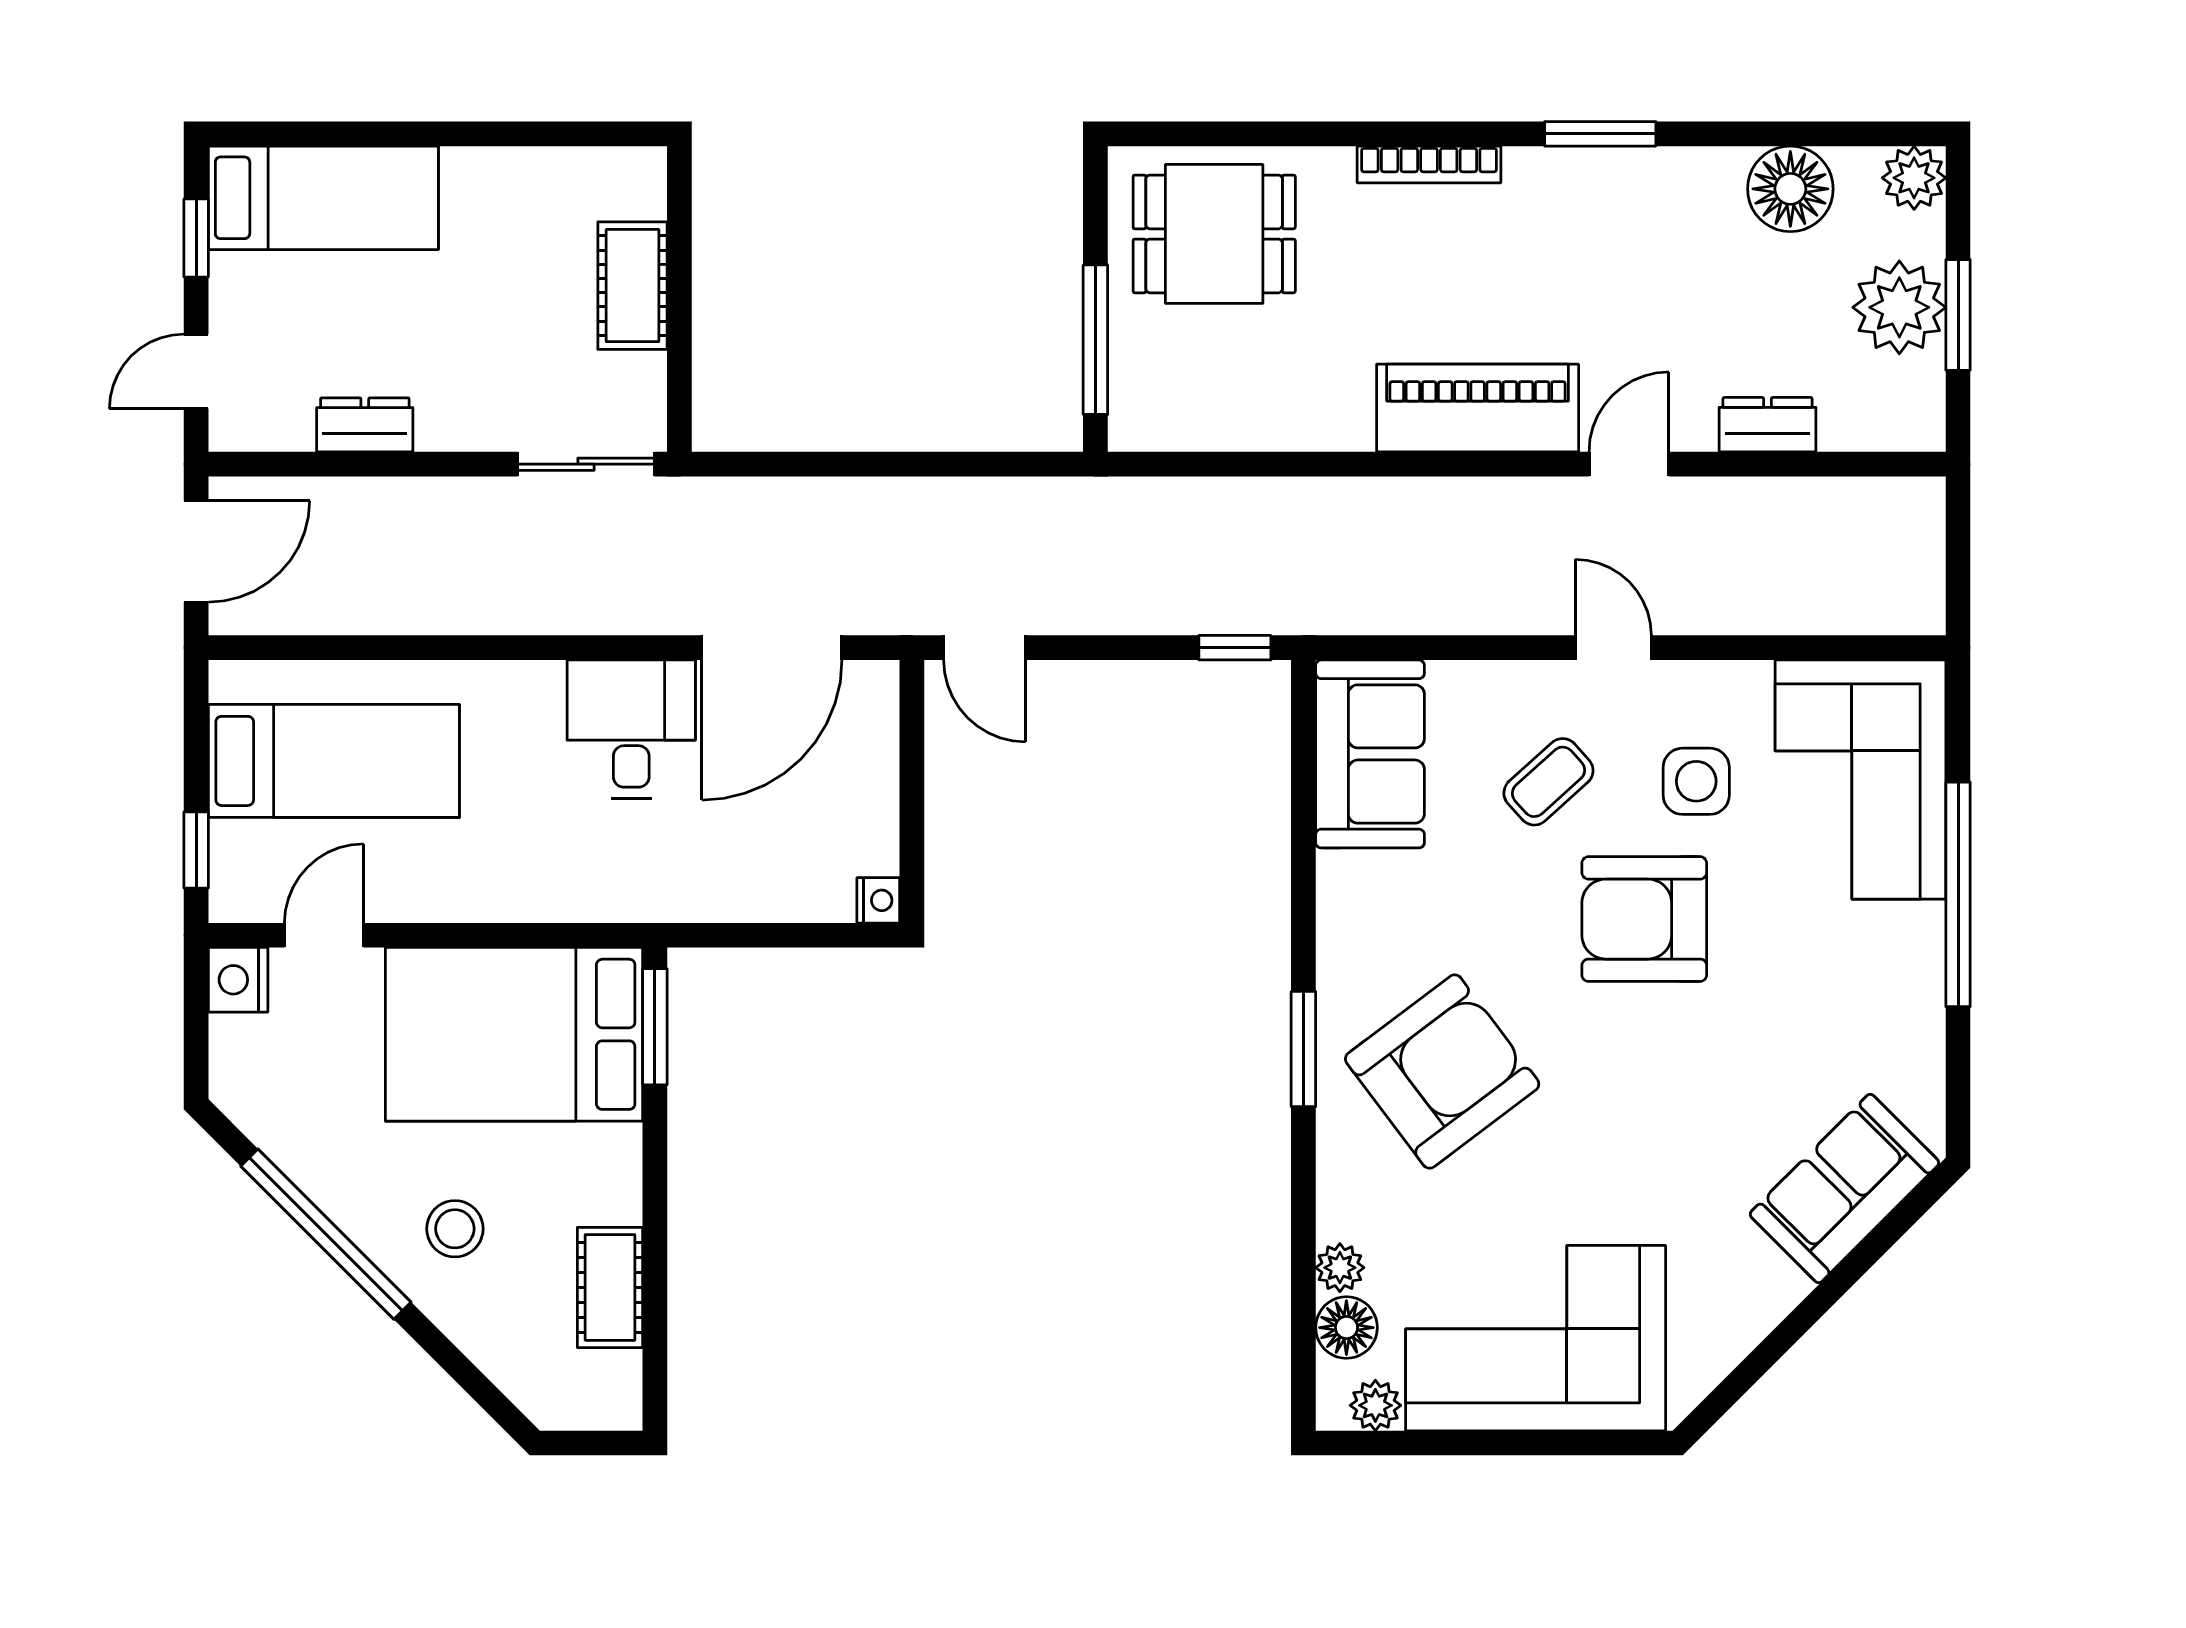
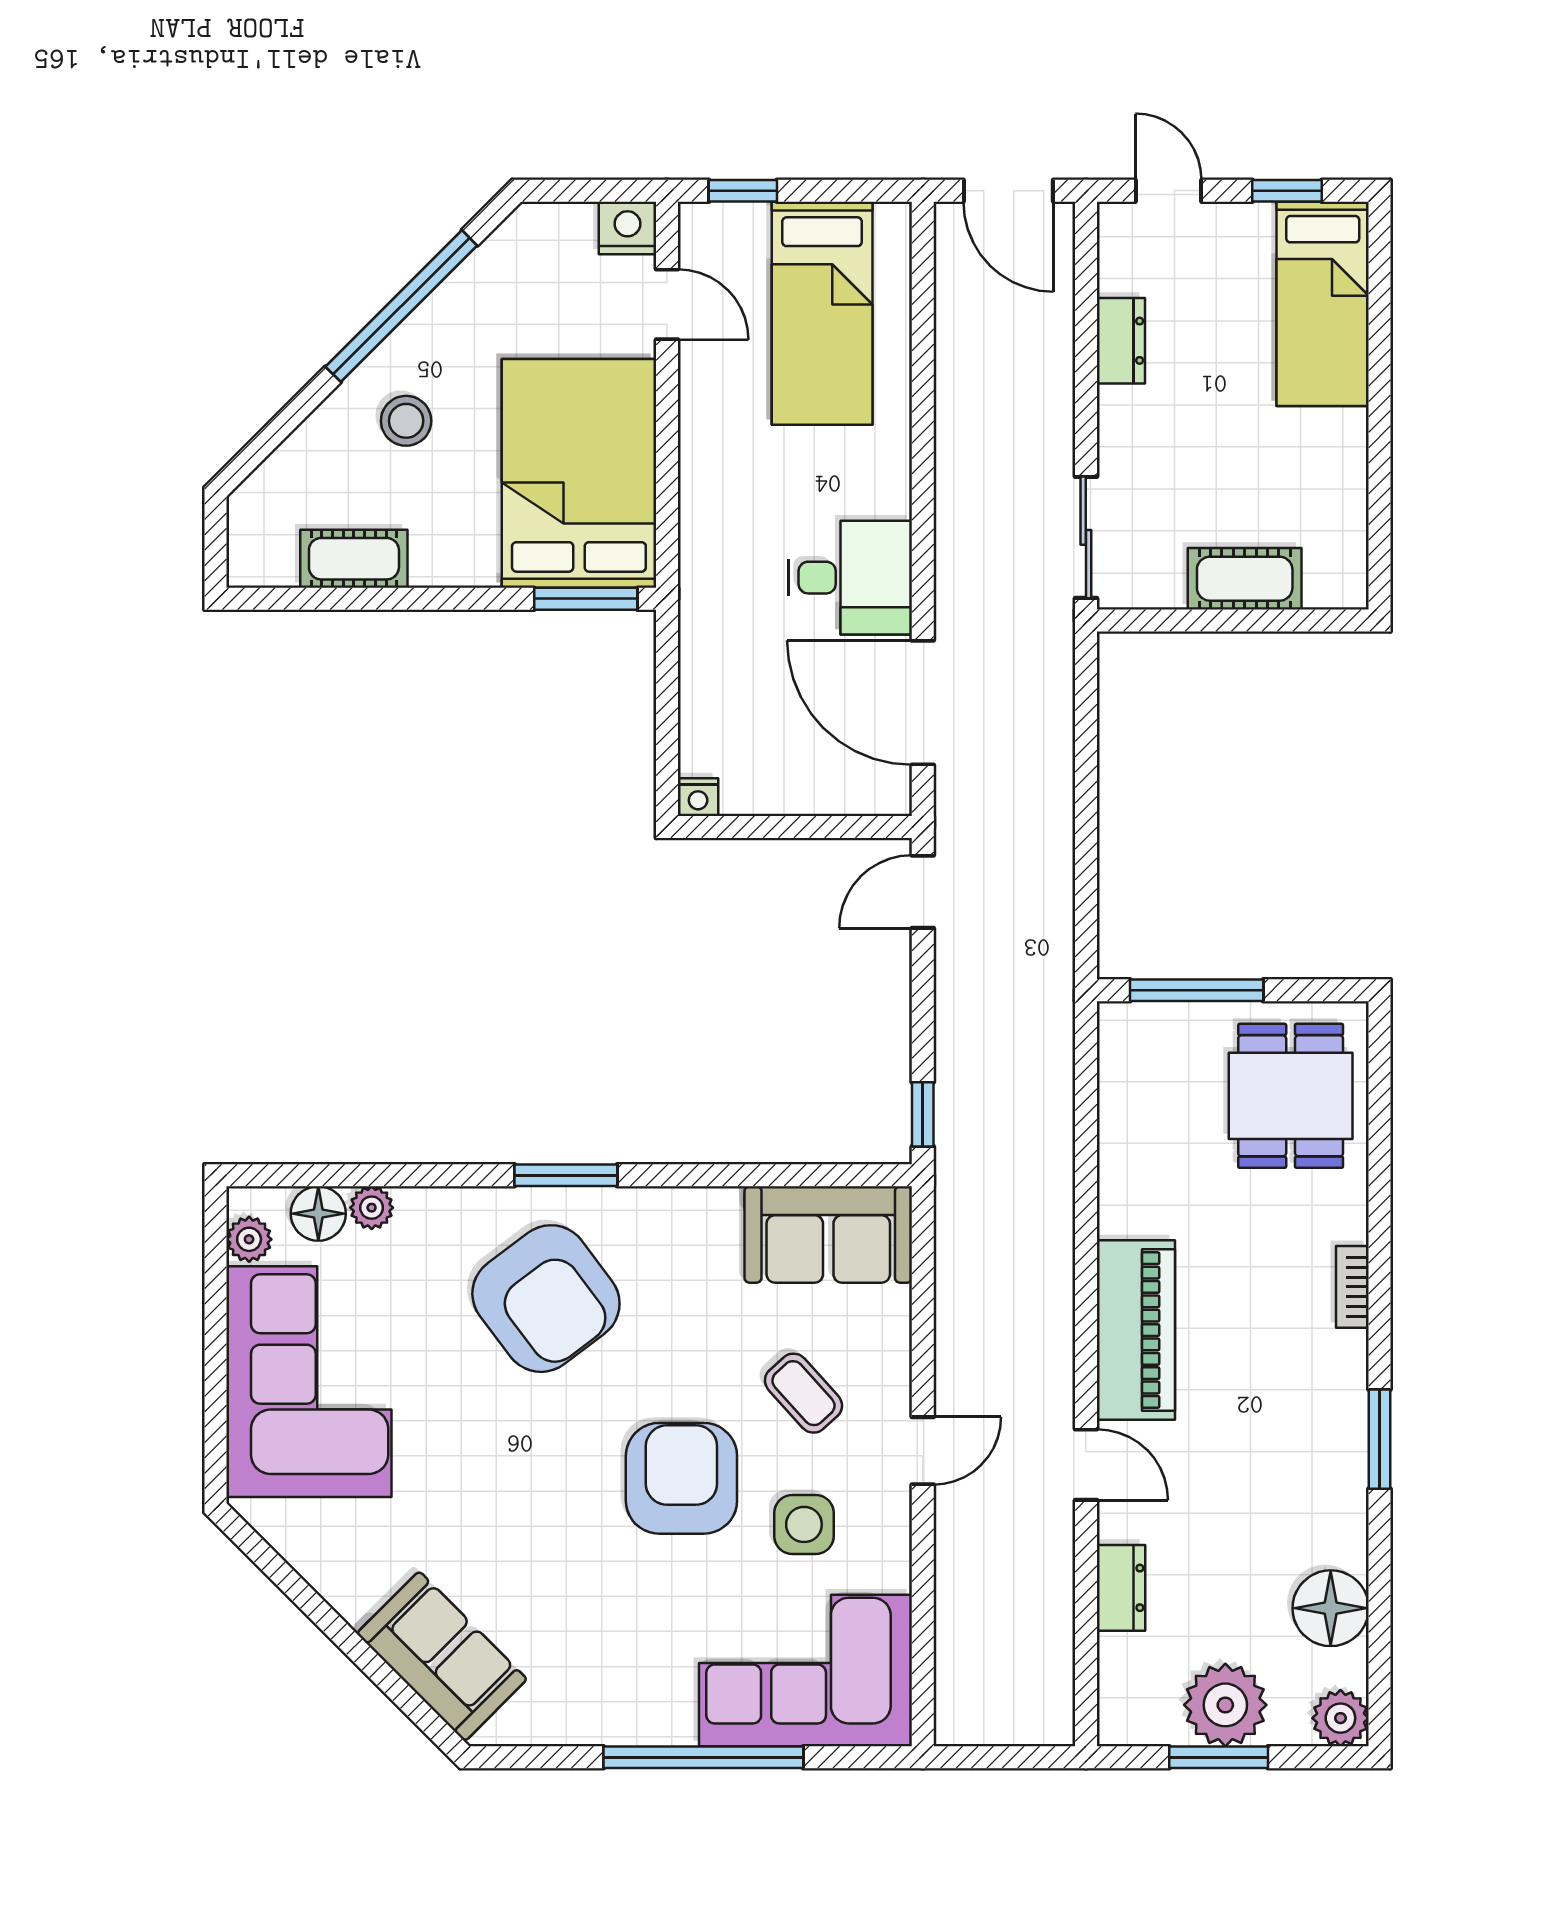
bookcase: (1429, 164) -> (1352, 1287), width x0.64

